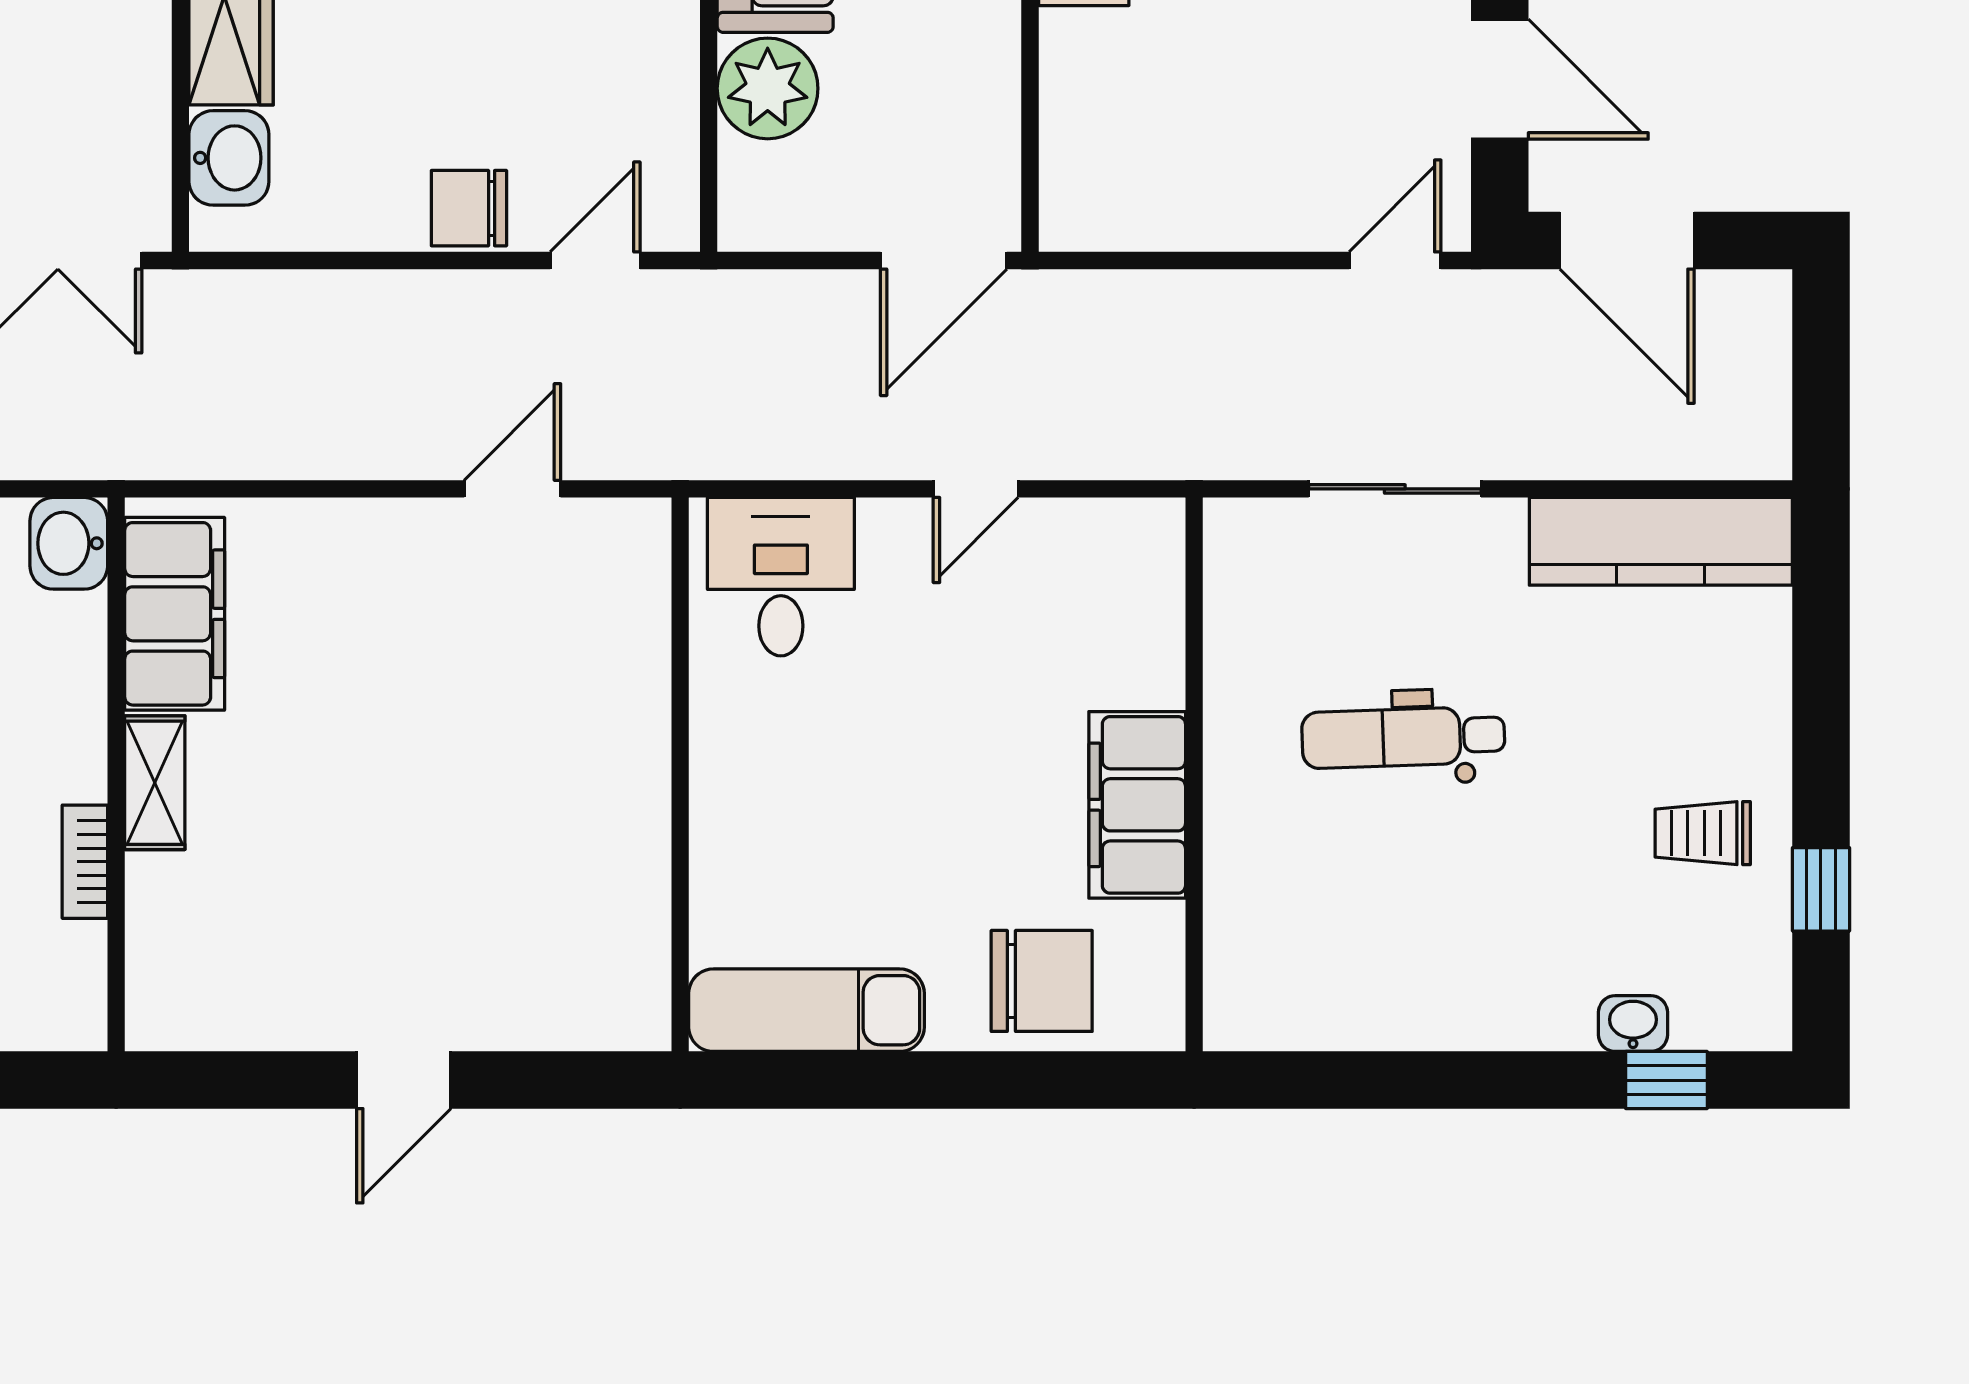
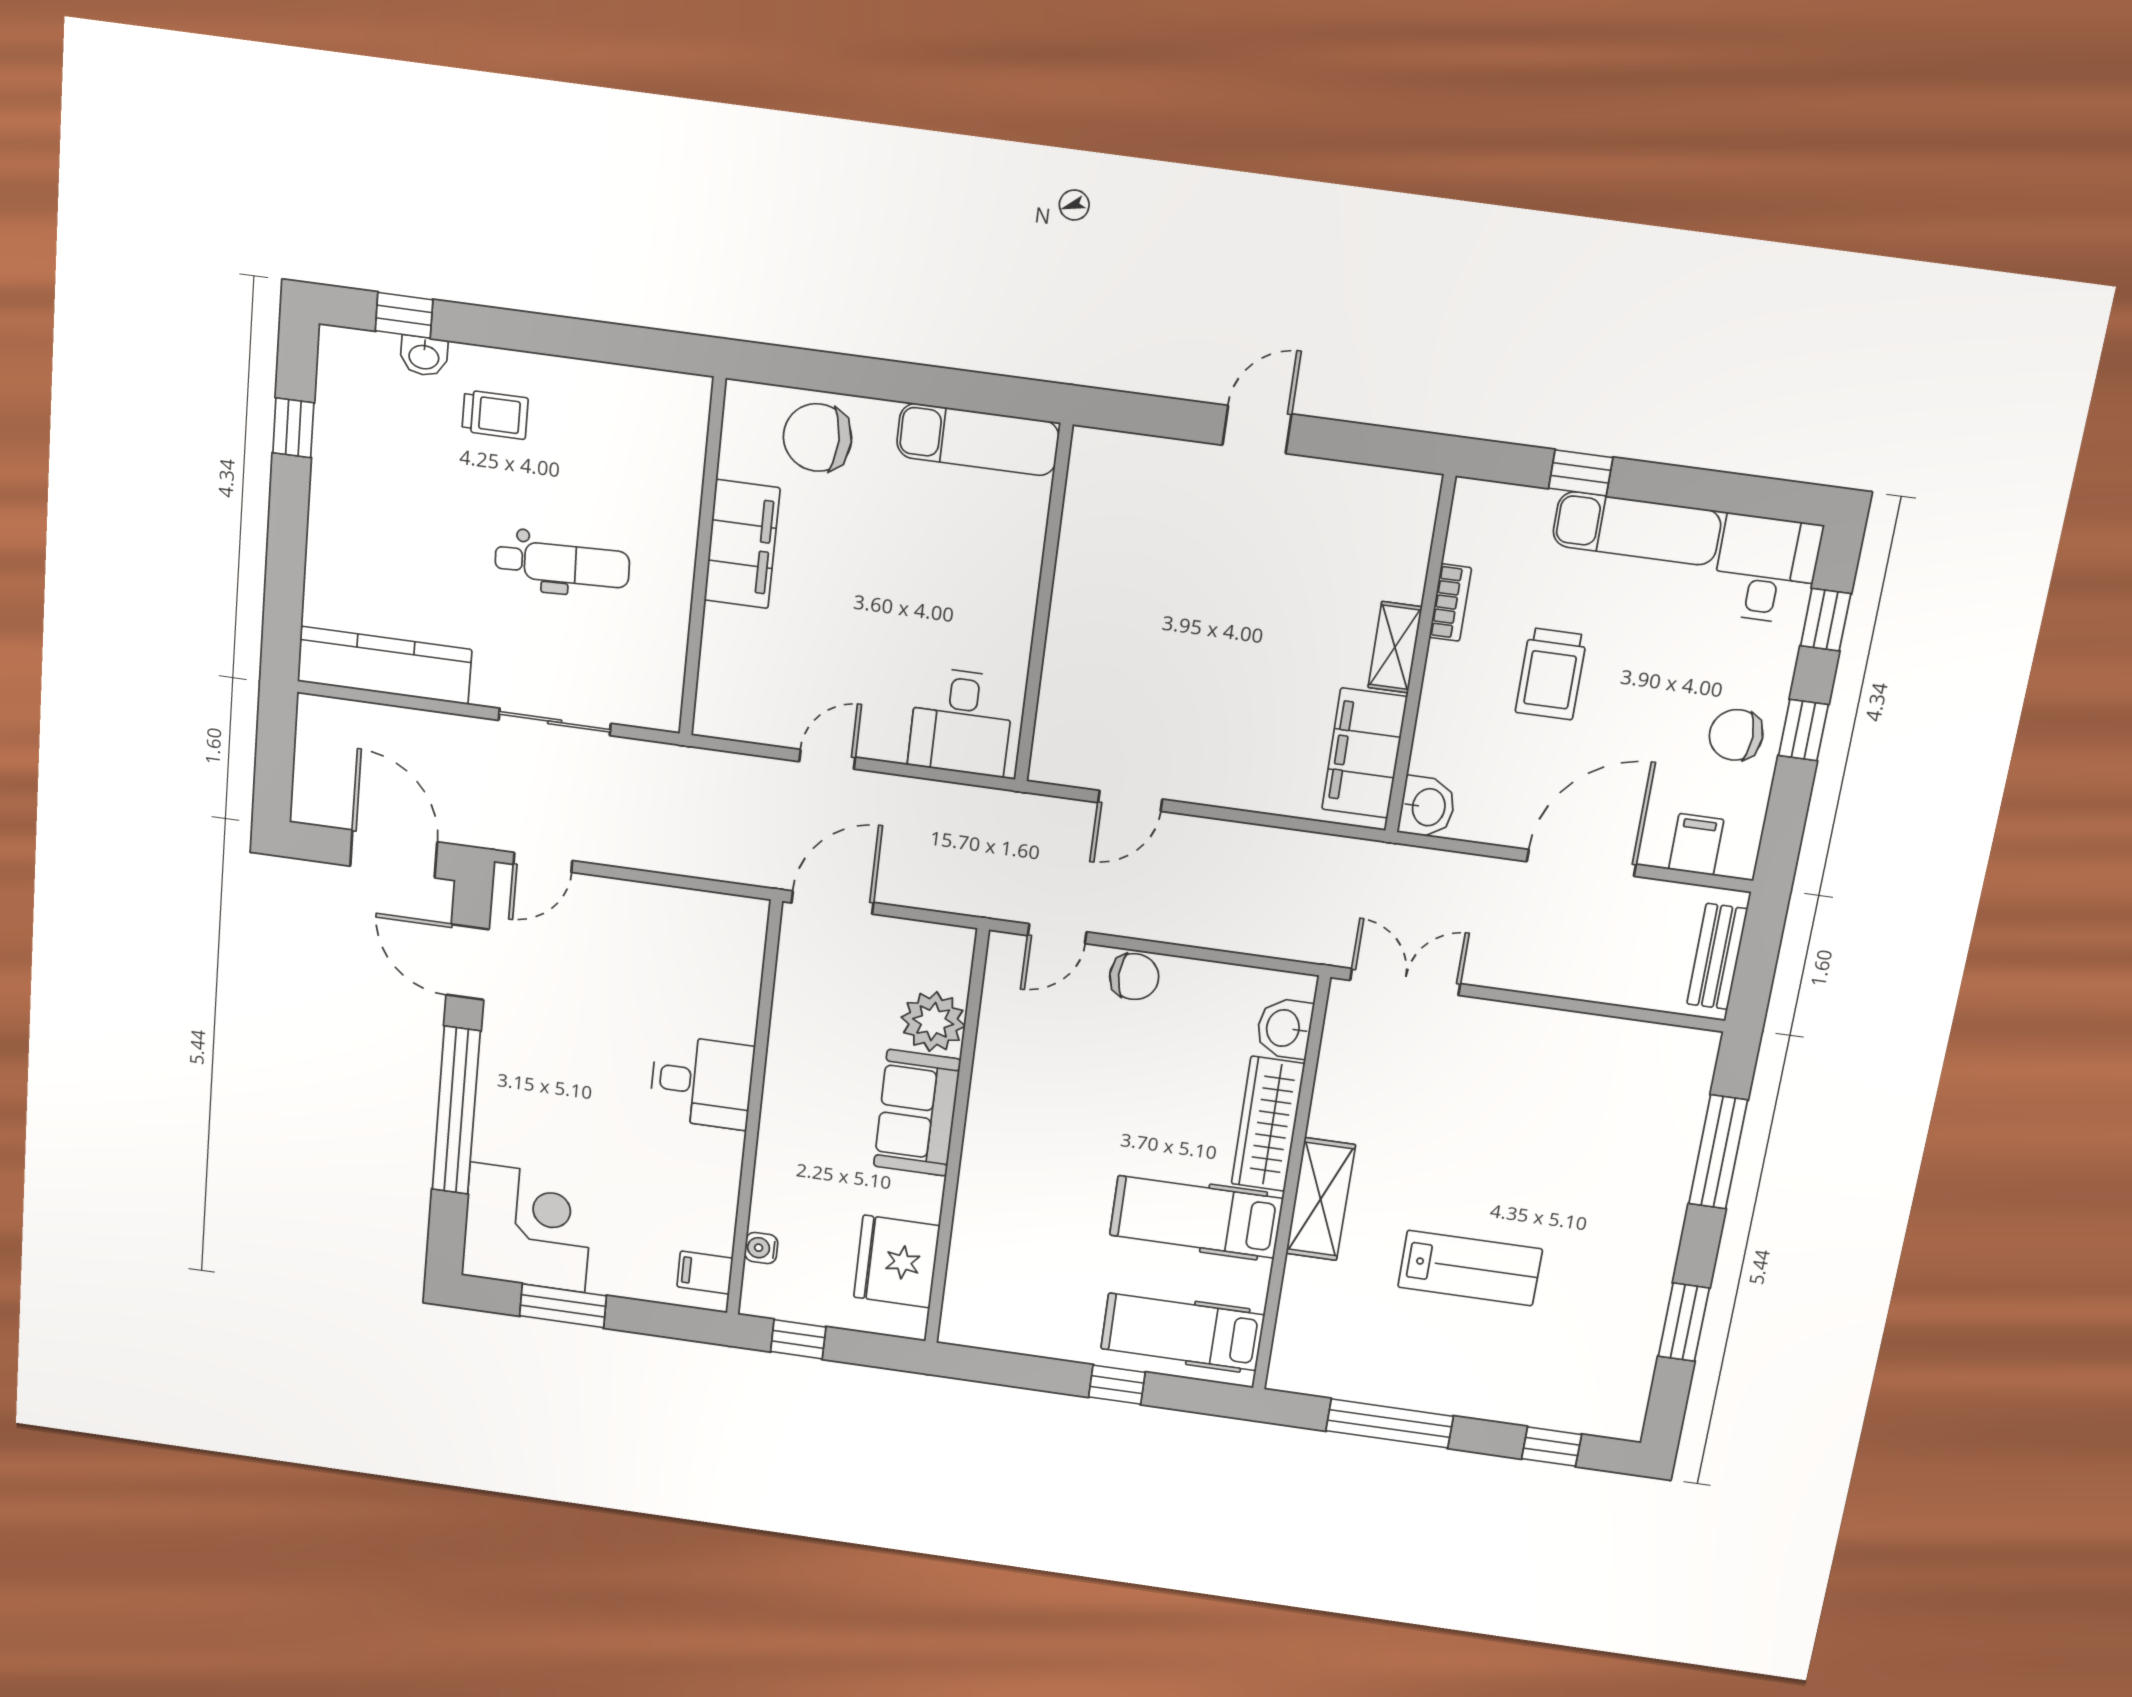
trolley: (1703, 833) -> (495, 415), moved

